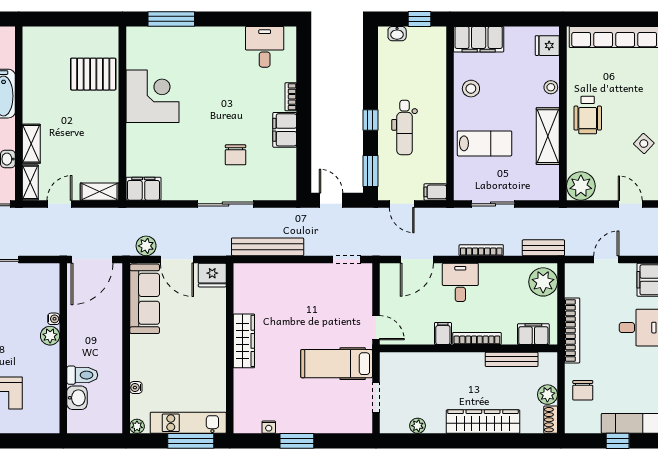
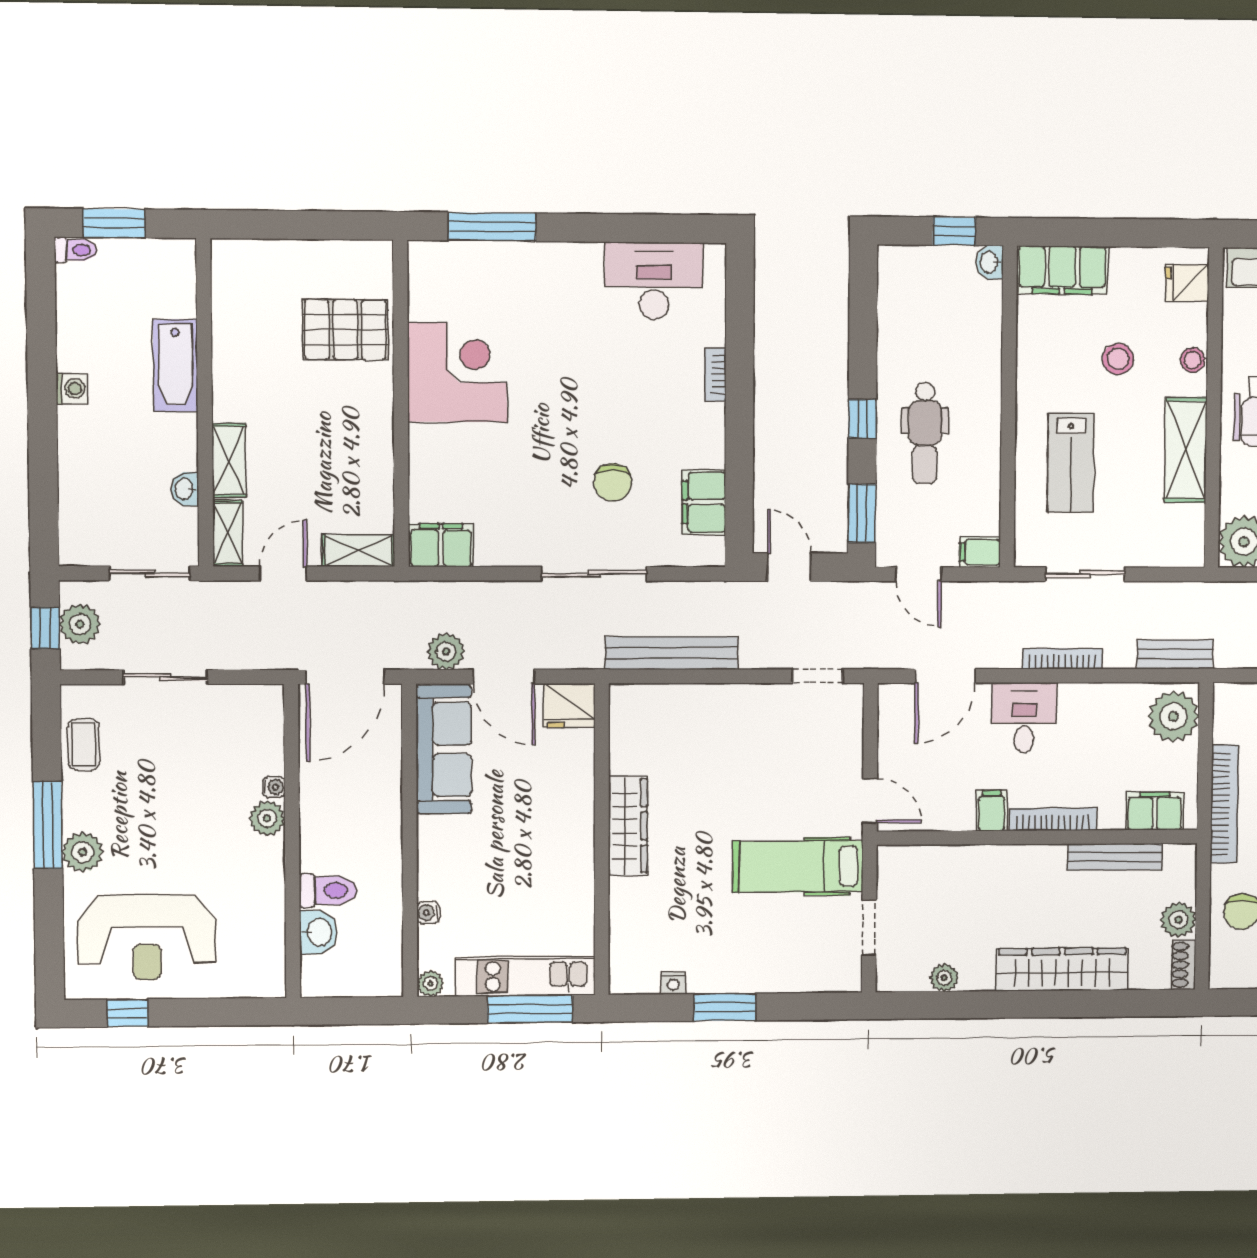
washbasin: (397, 34) -> (990, 262), moved, turned 90
desk: (265, 47) -> (654, 281), width x1.37
stool: (471, 89) -> (1118, 359), moved
filing cabinet: (285, 130) -> (704, 502), moved
lab bench: (485, 143) -> (1071, 463), turned 90

